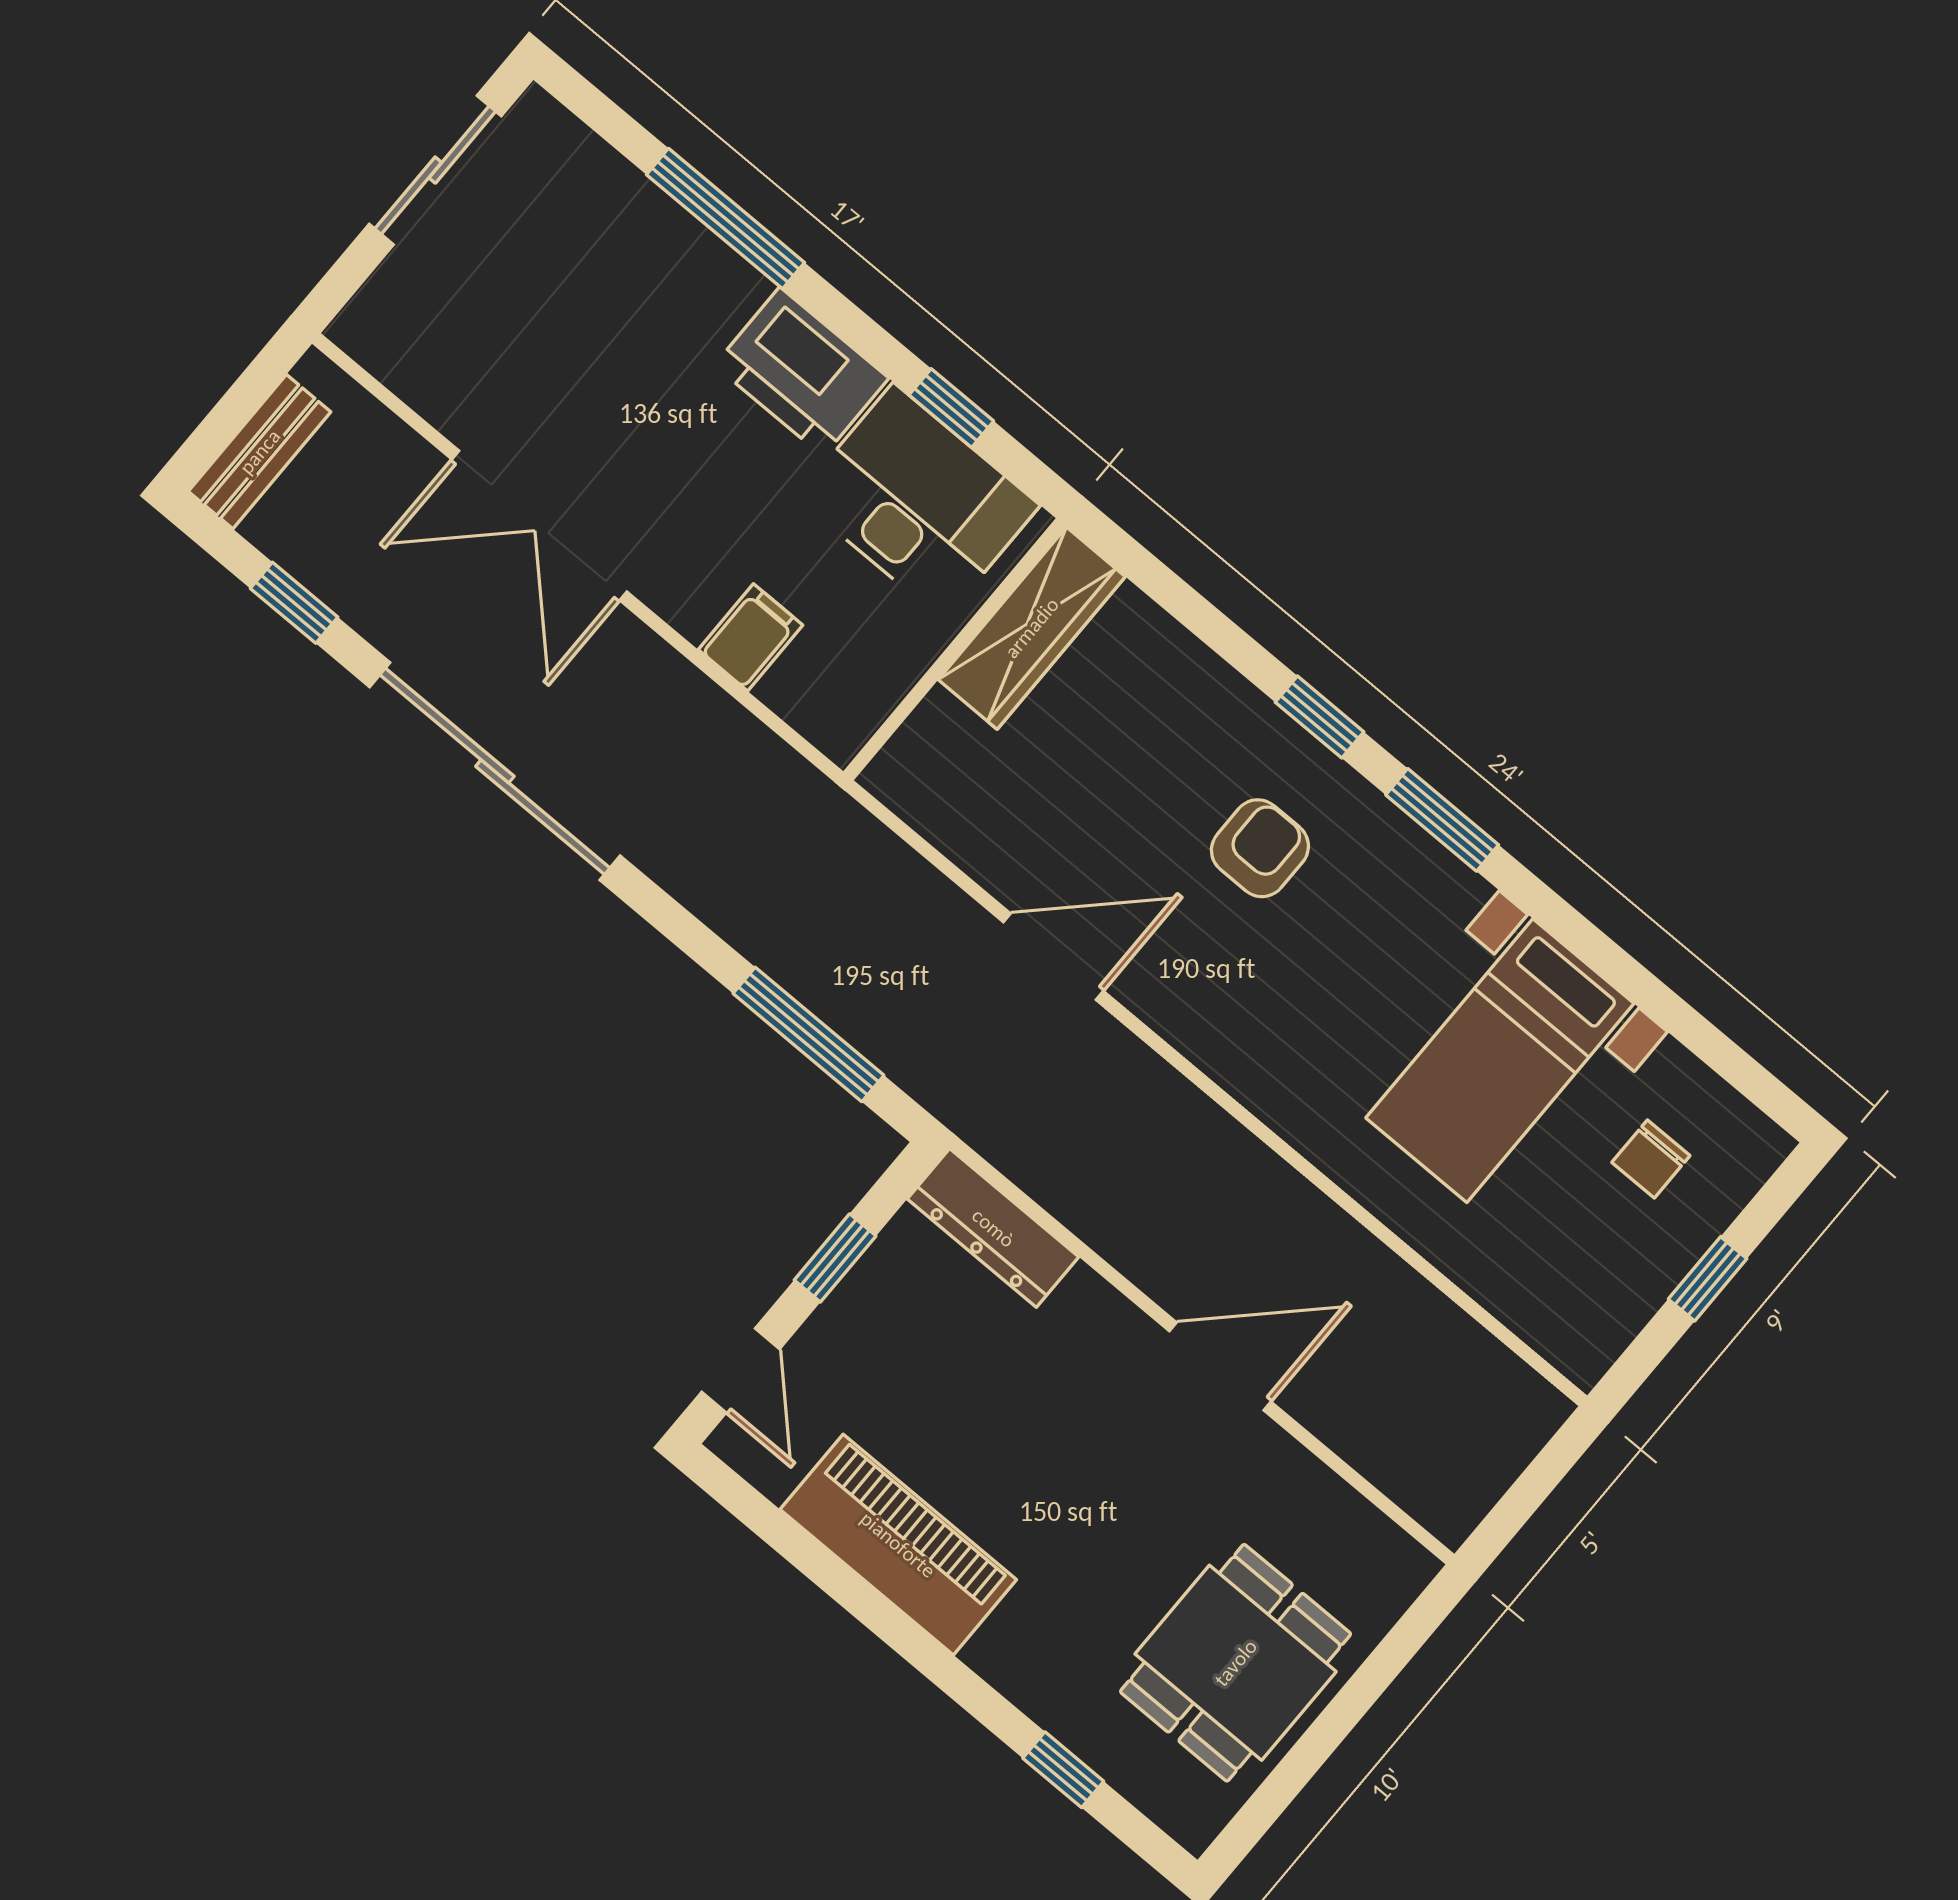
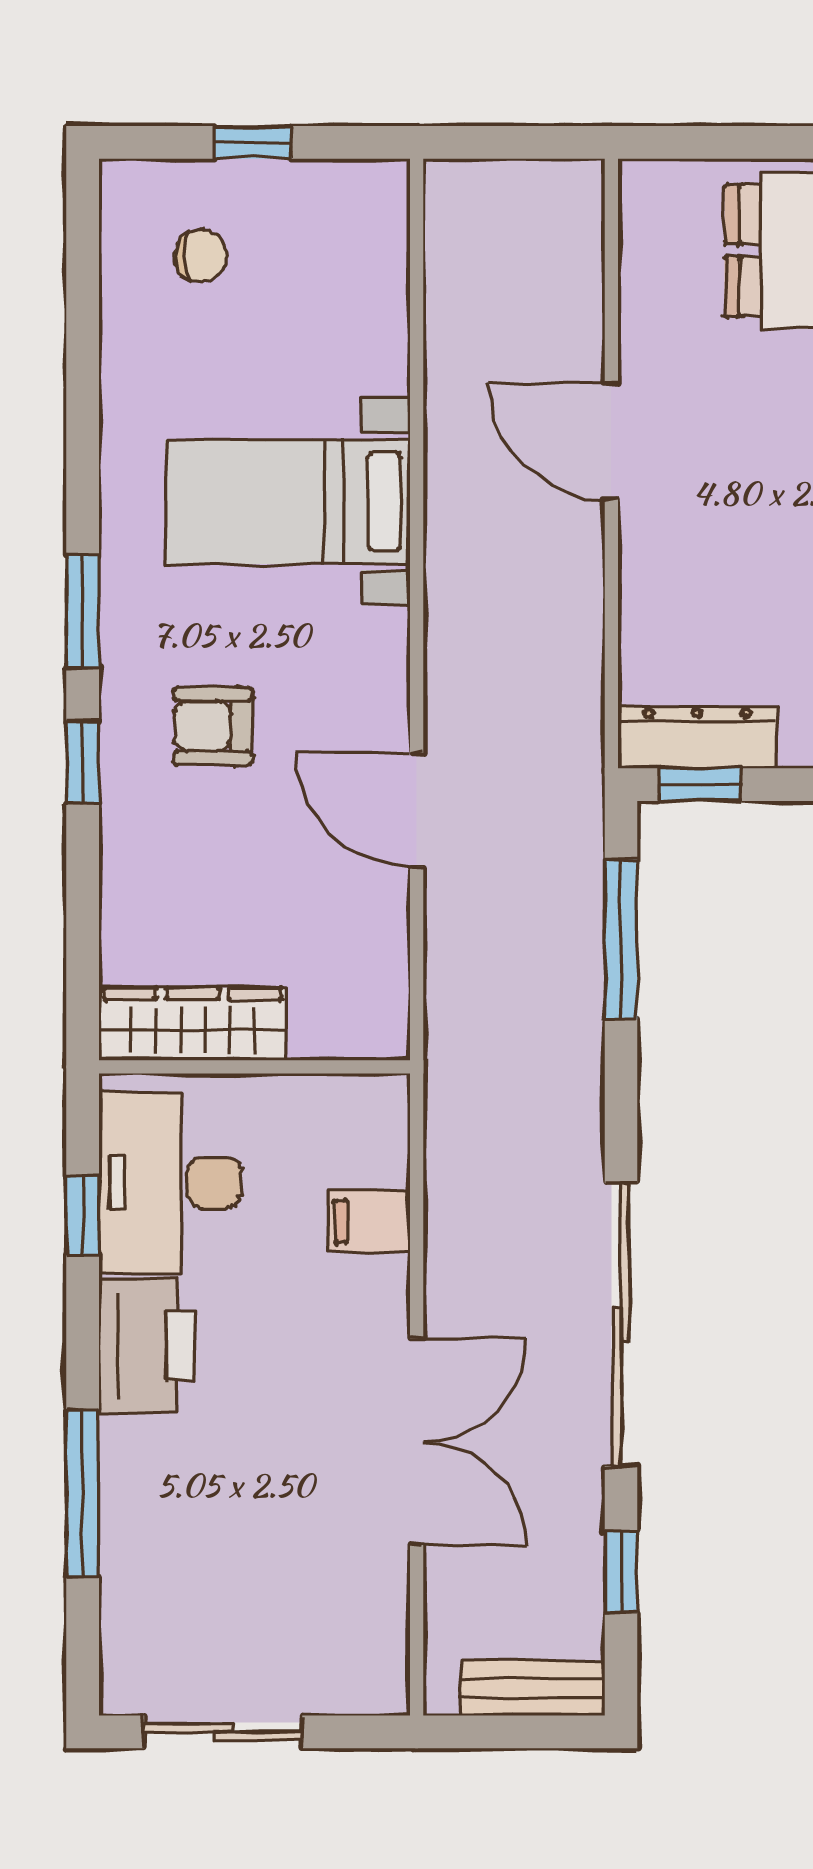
bed with nightstands: (1500, 1061) -> (288, 502), moved, turned 180
dresser: (993, 1228) -> (697, 737), moved, turned -90
window: (835, 1258) -> (700, 785), moved

